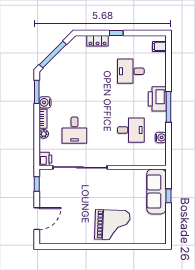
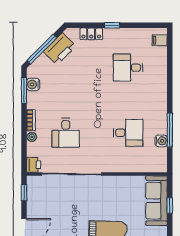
printer: (157, 99) -> (60, 49), moved, turned -135
water cooler: (45, 102) -> (33, 84), moved
window: (169, 107) -> (170, 130), moved

